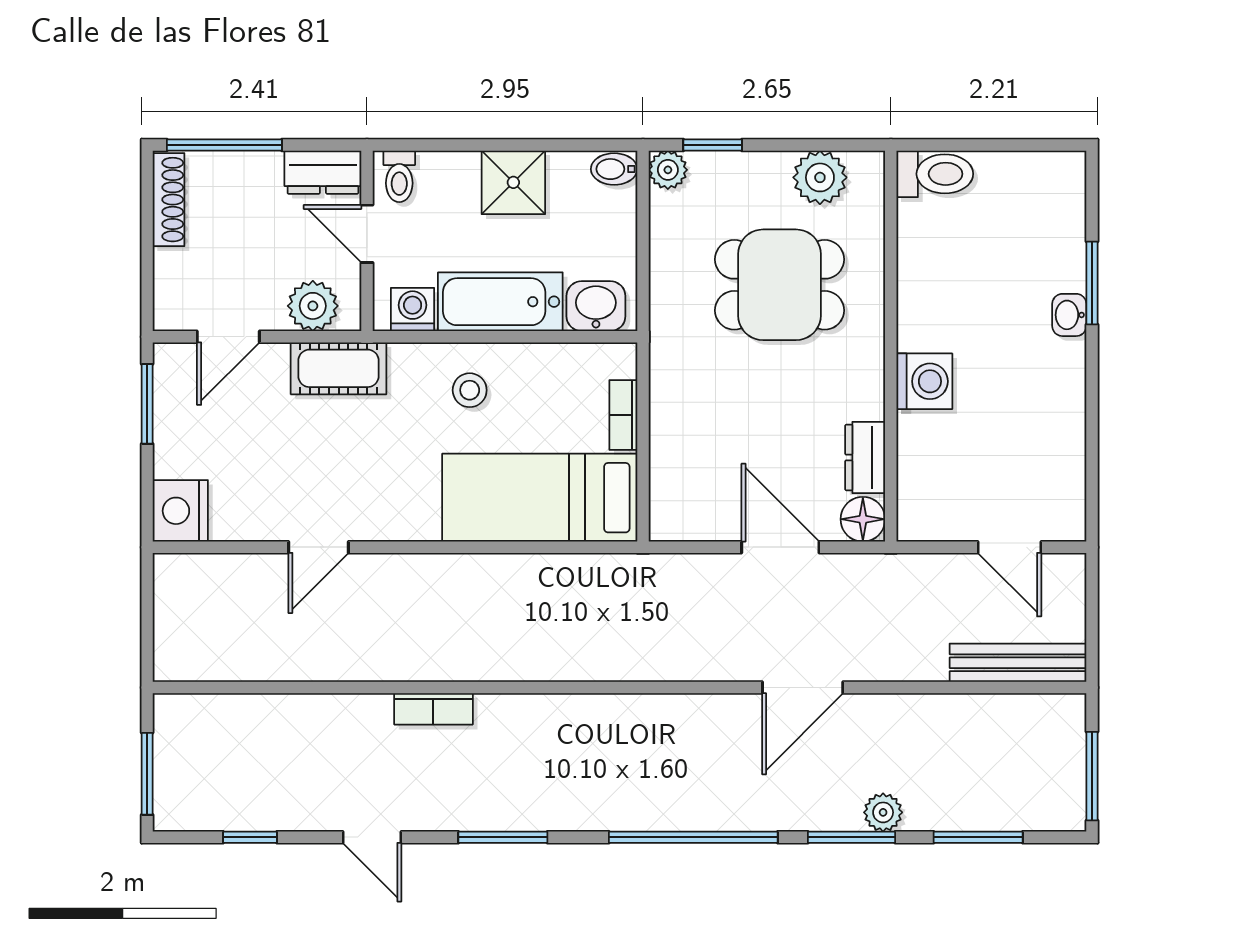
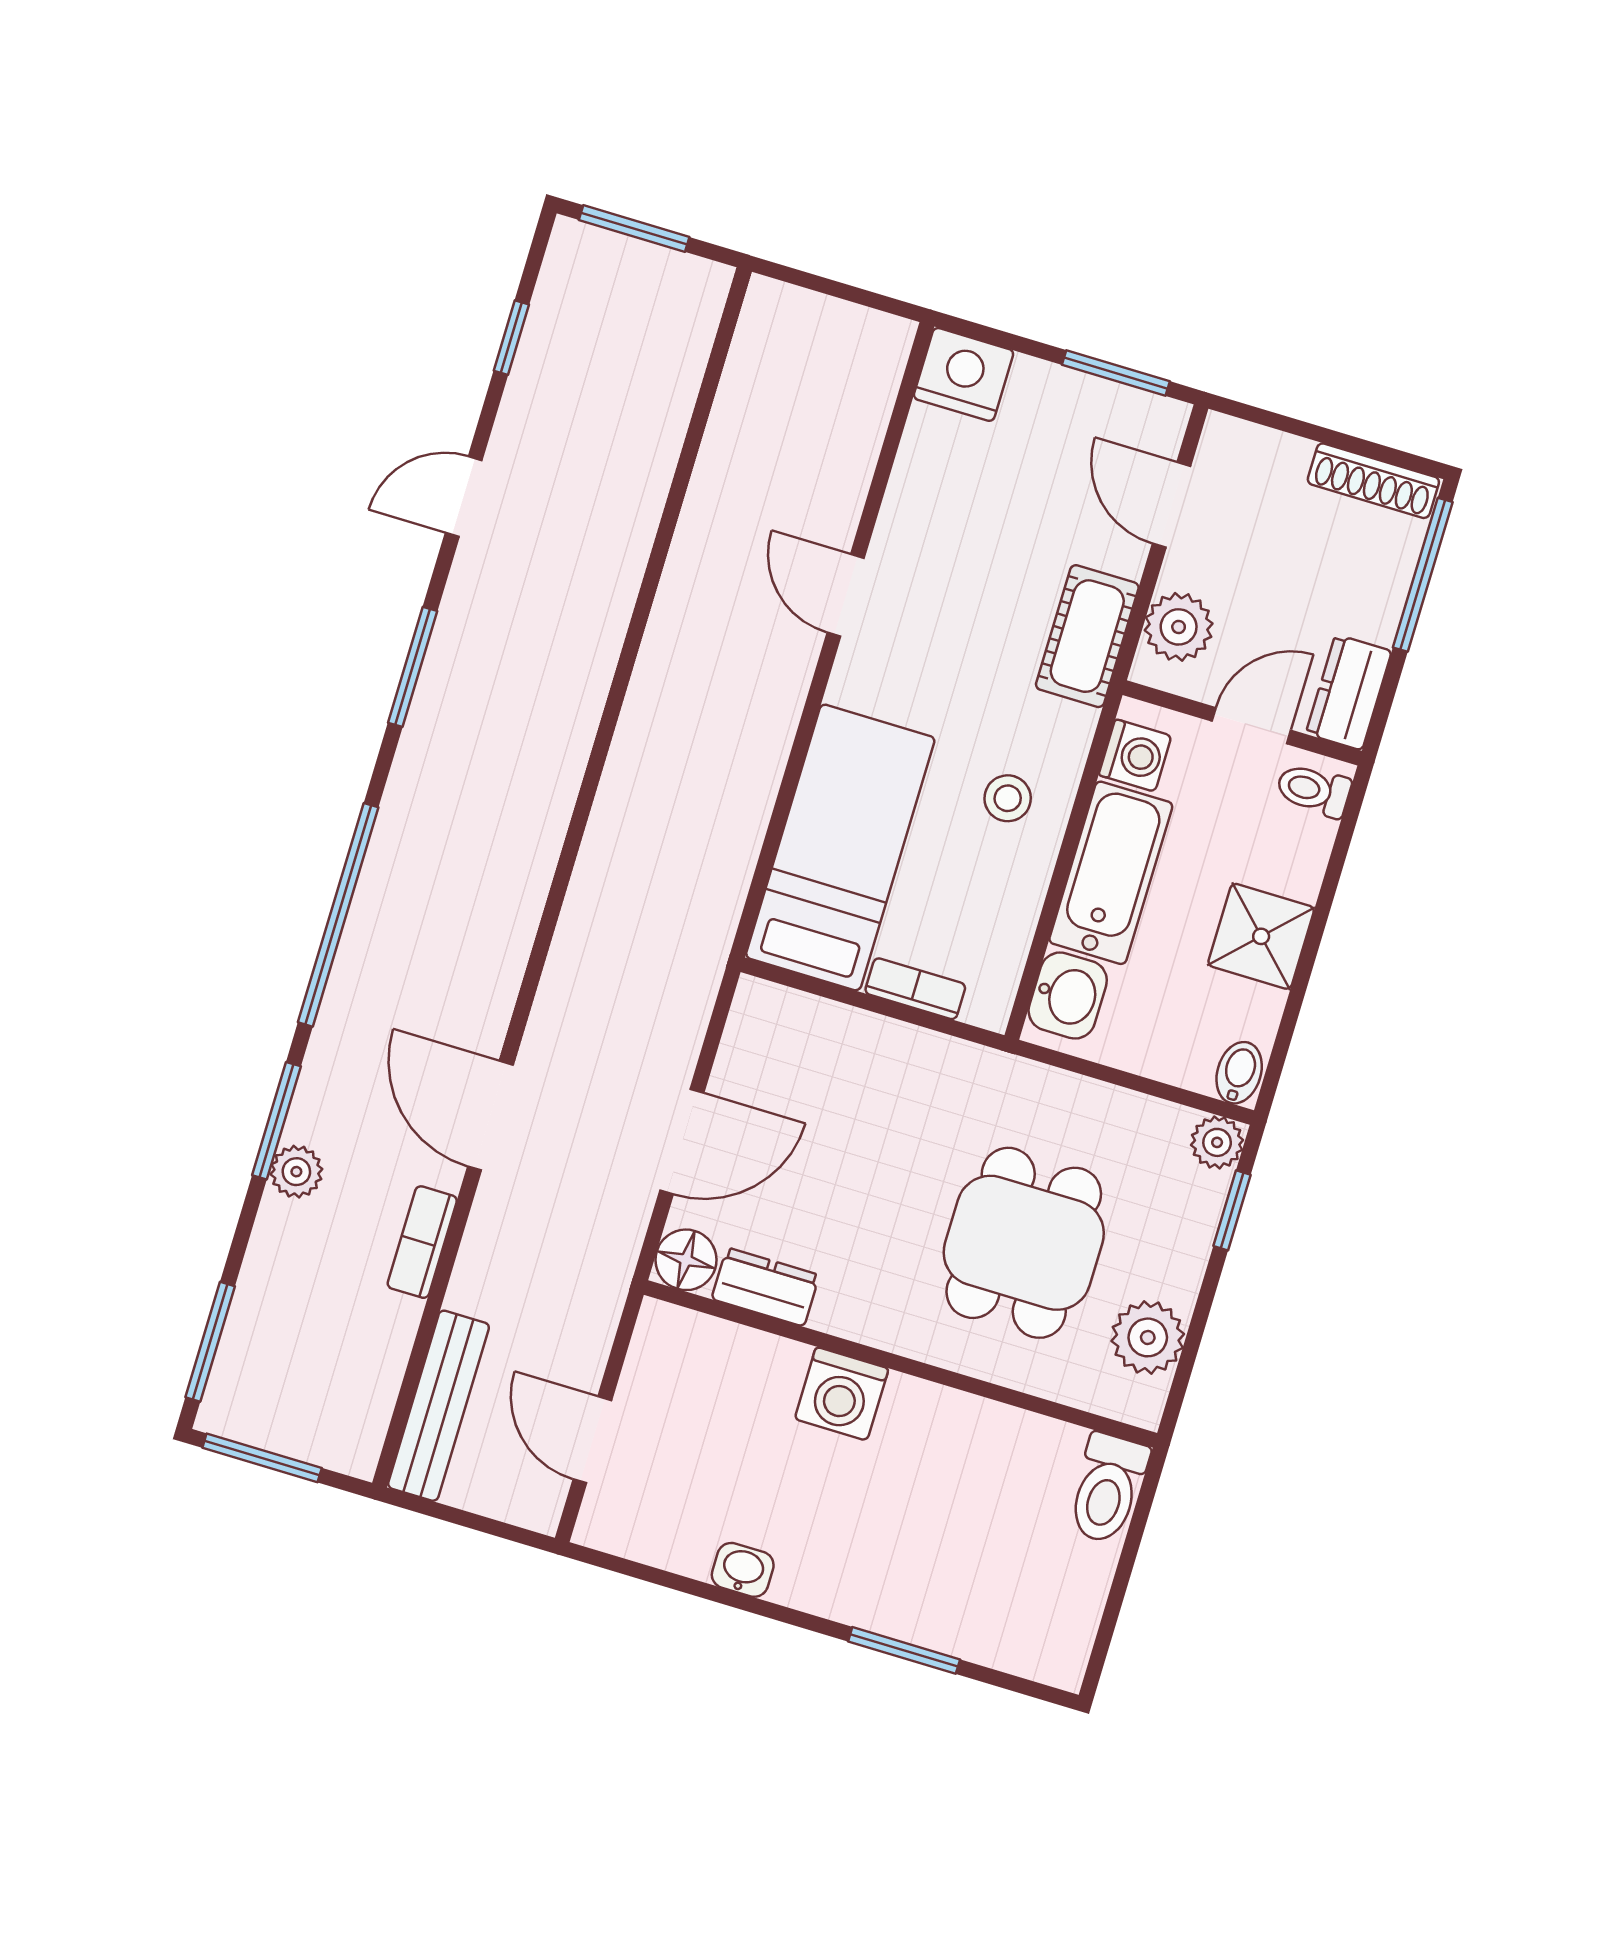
washbasin: (1069, 315) -> (743, 1570), moved
door: (318, 547) -> (846, 595), moved
door: (1009, 547) -> (592, 1440), hinge flipped
bookcase: (433, 709) -> (422, 1242), moved
window: (978, 837) -> (210, 1342), moved

